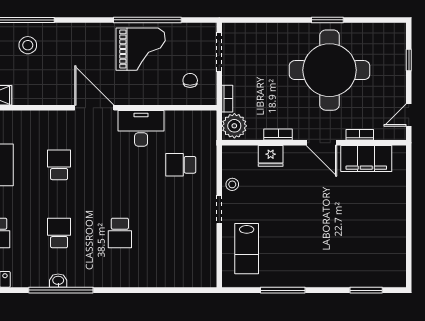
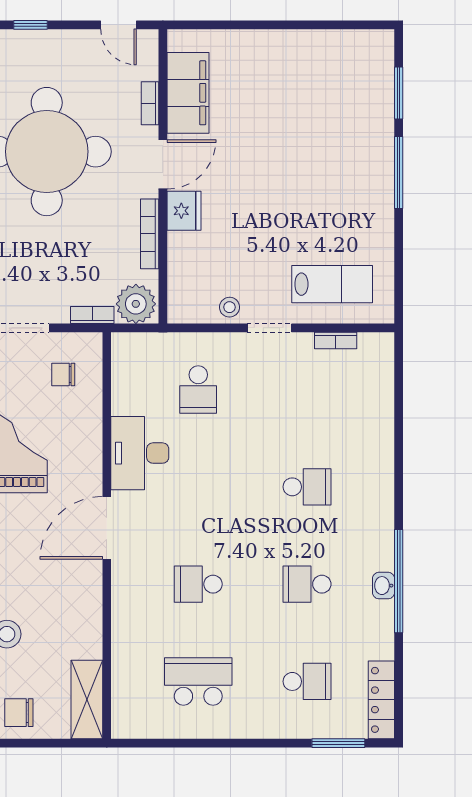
bookcase: (278, 134) -> (150, 234), width x1.56
fridge: (271, 156) -> (184, 211), moved
bookcase: (211, 251) -> (336, 340), added
window: (283, 290) -> (399, 173), moved

